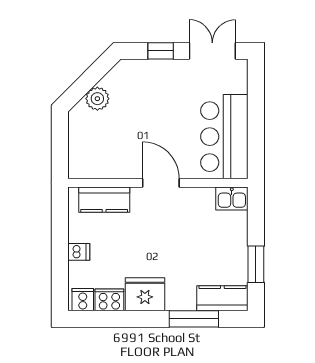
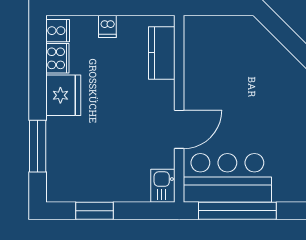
plant: (97, 99) -> (267, 46), removed
window: (256, 127) -> (237, 211), added
door: (161, 183) -> (179, 129), moved
kitchen counter: (222, 298) -> (59, 176), removed

